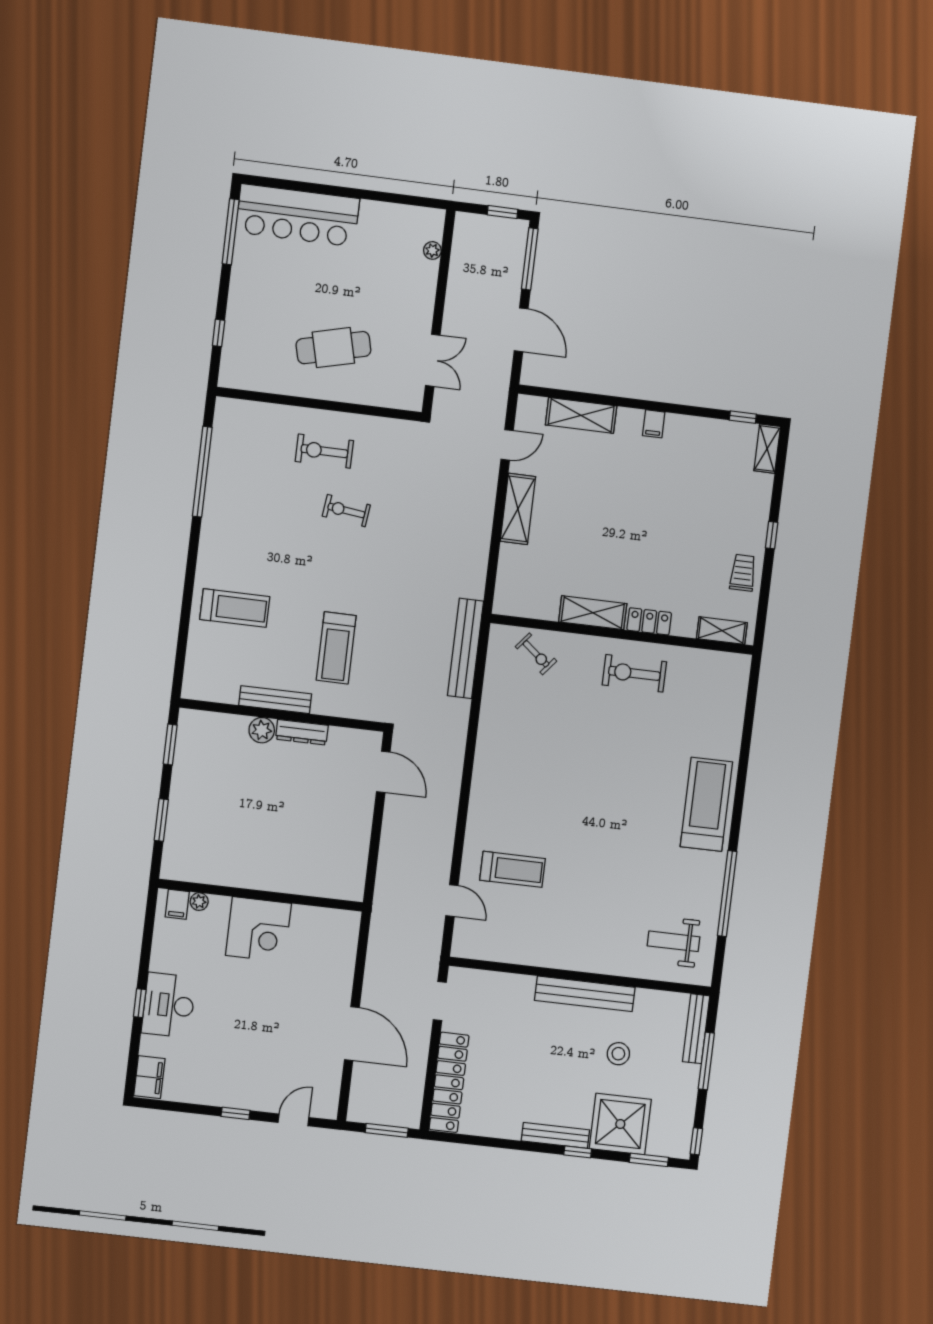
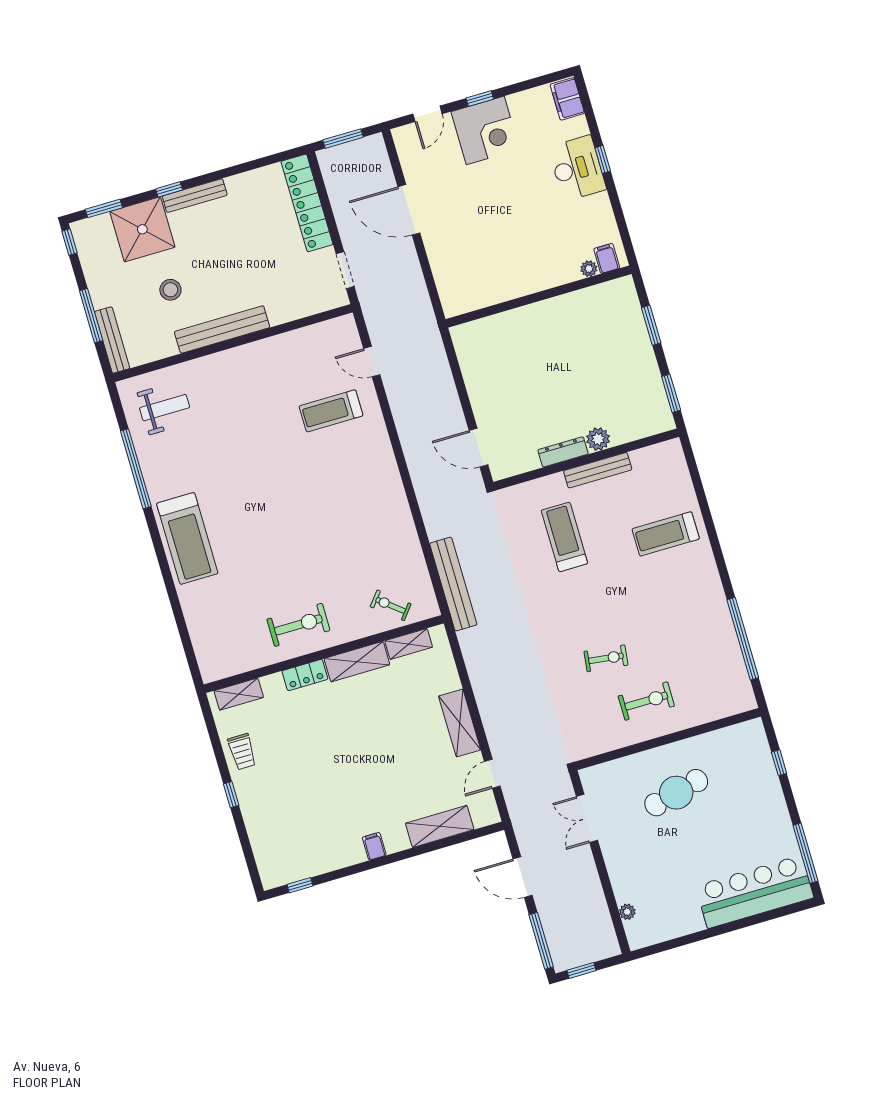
shelving: (767, 449) -> (409, 644), moved, turned 90
corner desk: (258, 929) -> (485, 130), moved, turned 180

